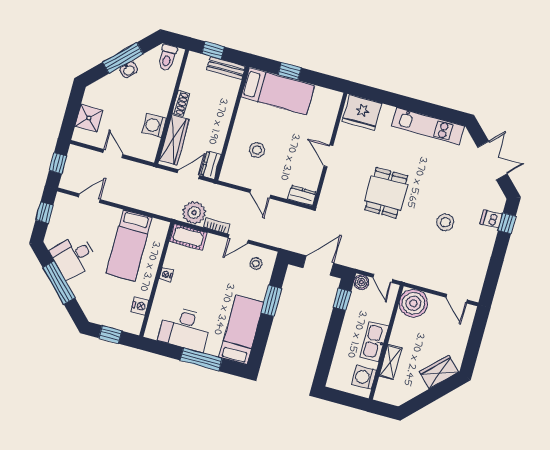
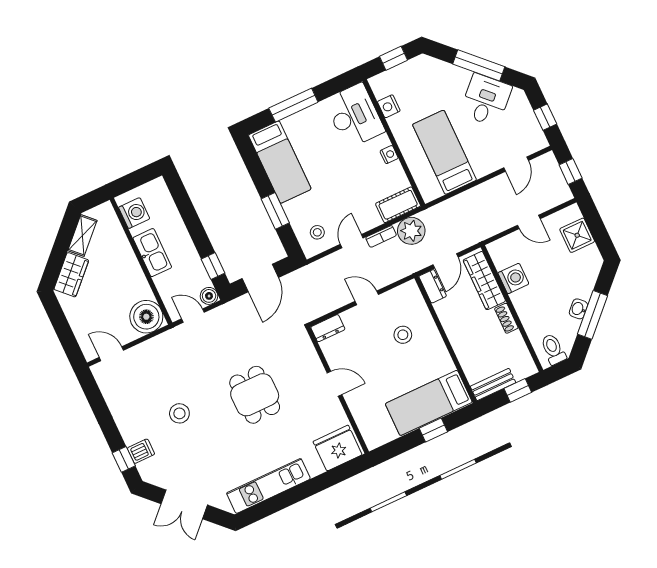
desk: (185, 329) -> (355, 116), moved, turned 90
shelving: (390, 362) -> (82, 236), moved, turned 45

